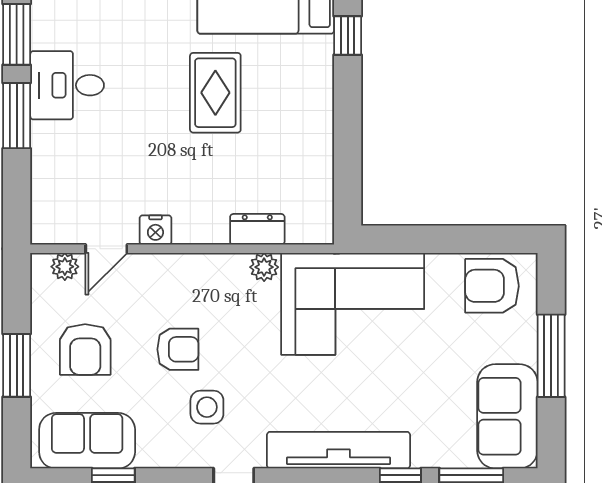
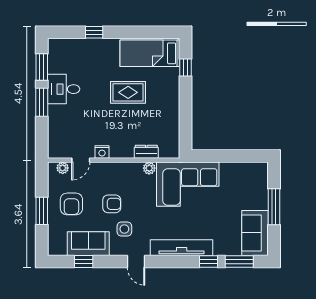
rug: (215, 93) -> (128, 92), turned 90
armchair: (492, 286) -> (248, 176), removed
sofa: (87, 441) -> (88, 244), moved

